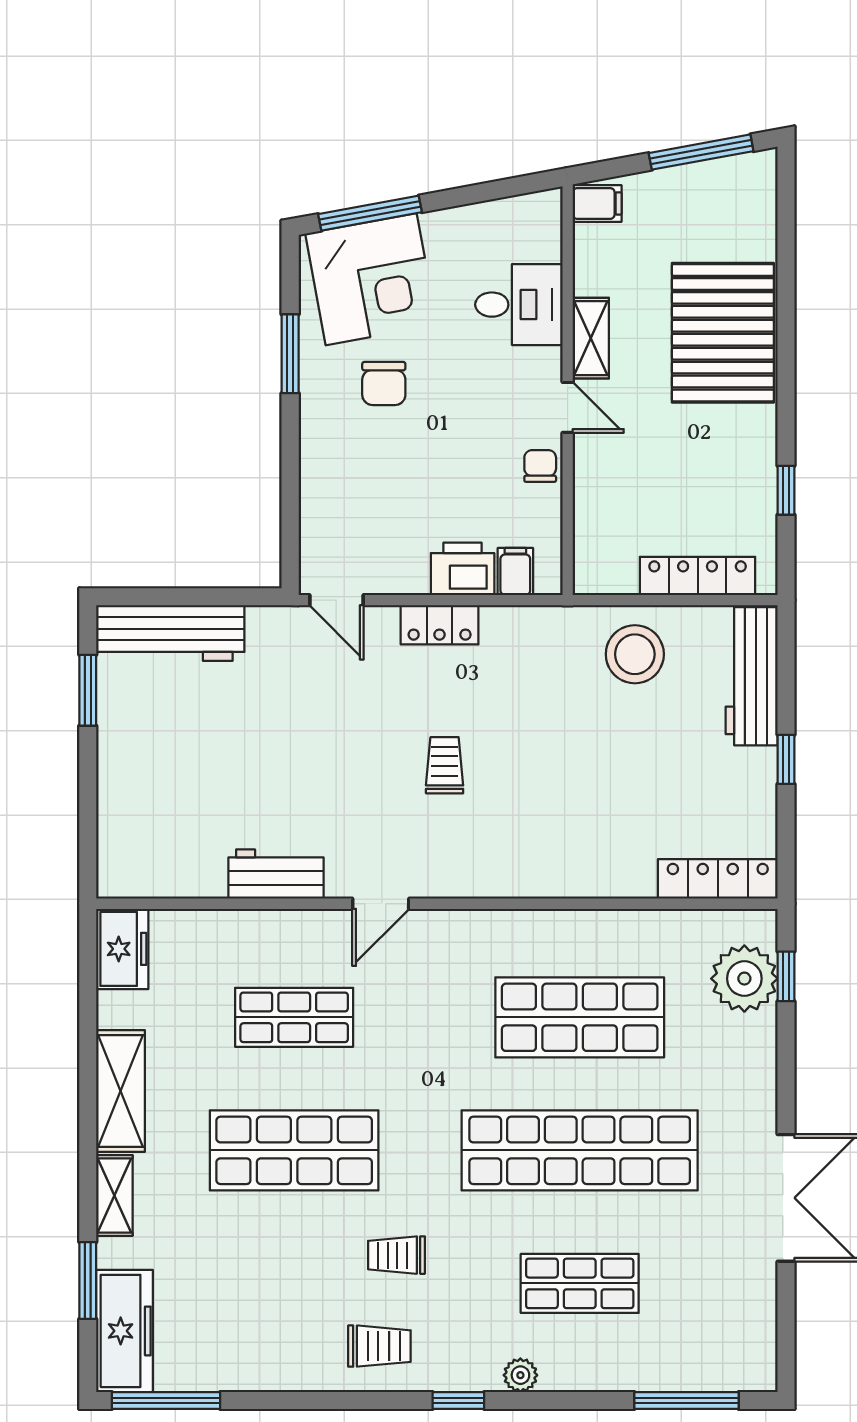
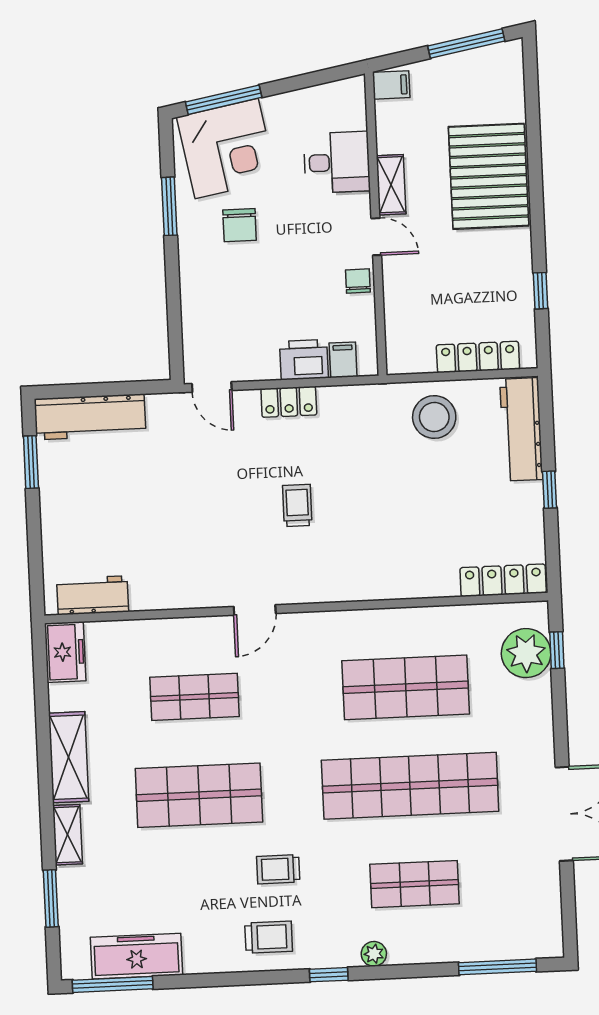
workbench: (276, 874) -> (93, 595), moved
freezer: (125, 1331) -> (136, 956), moved, turned -90

